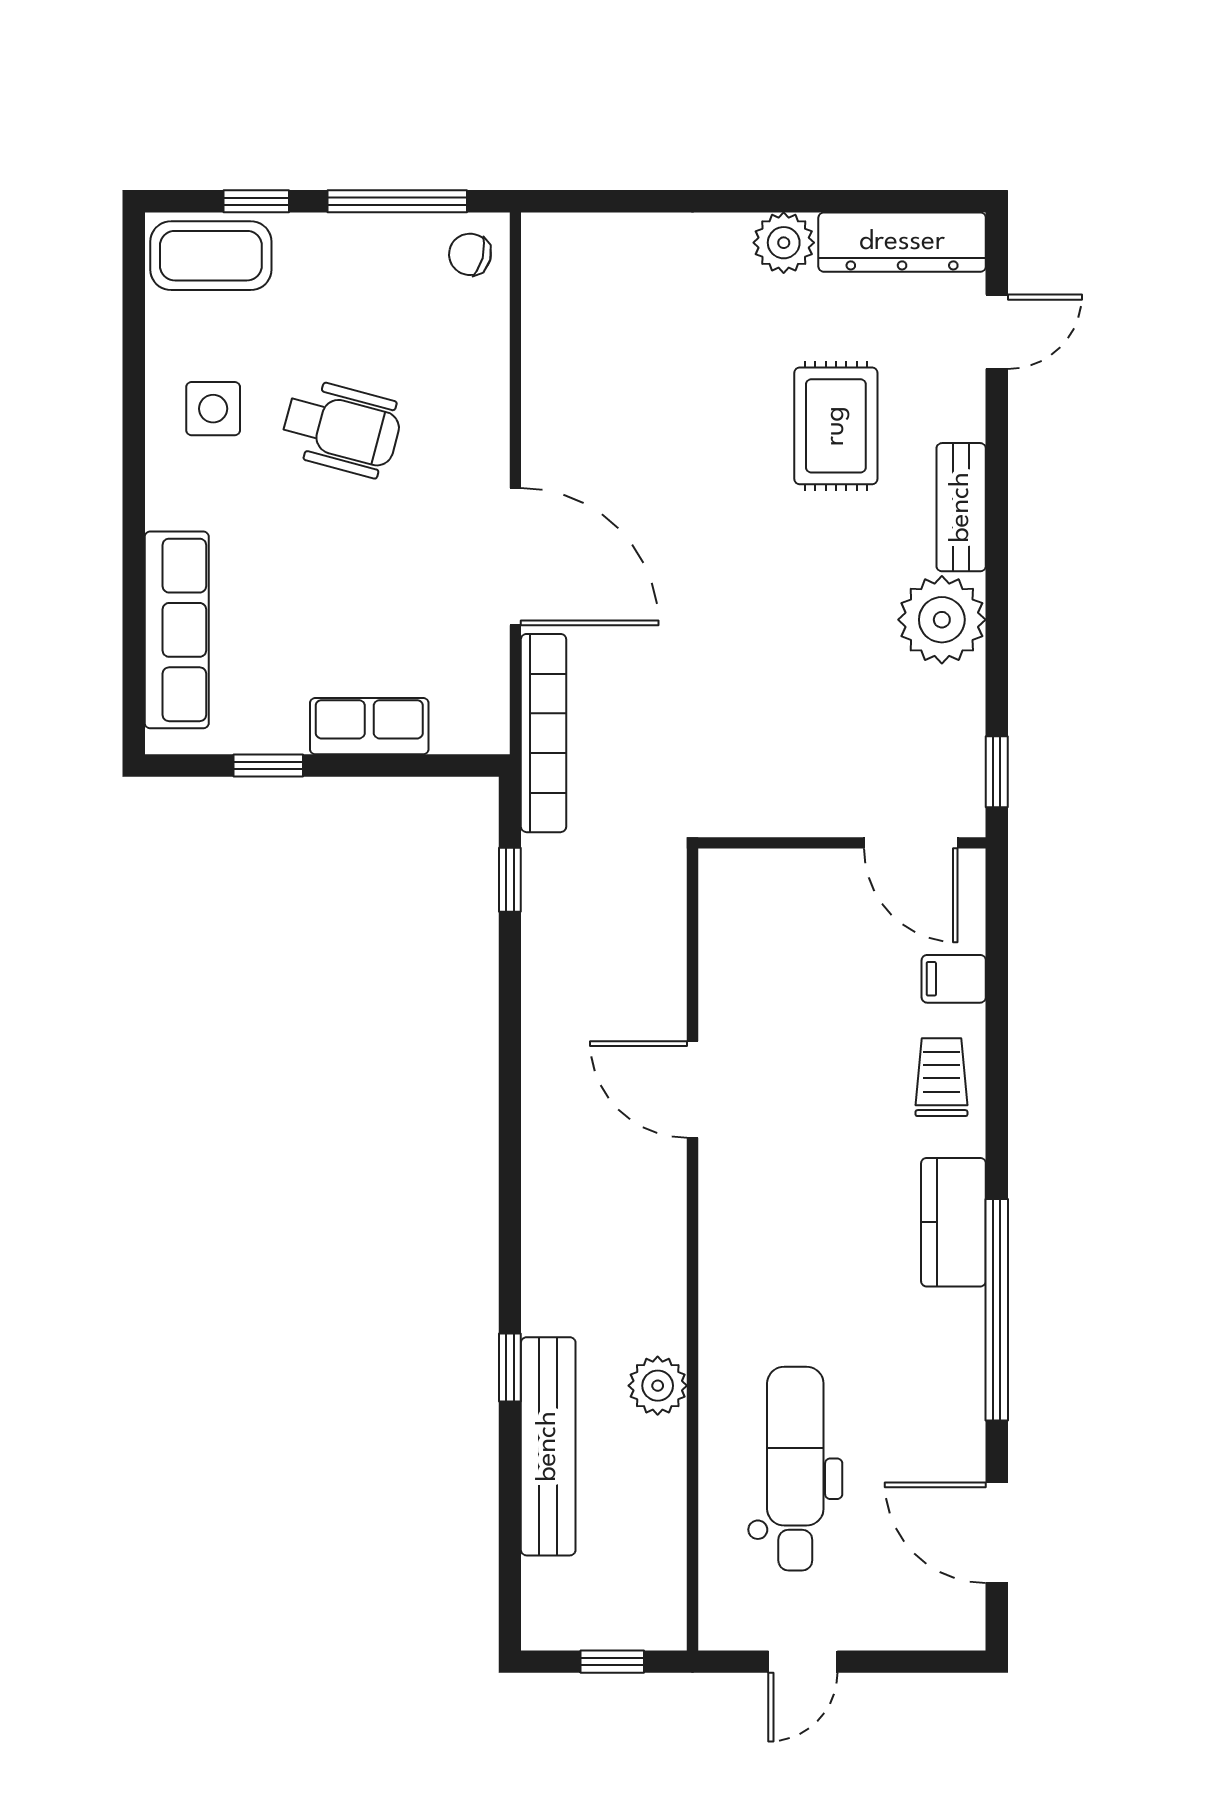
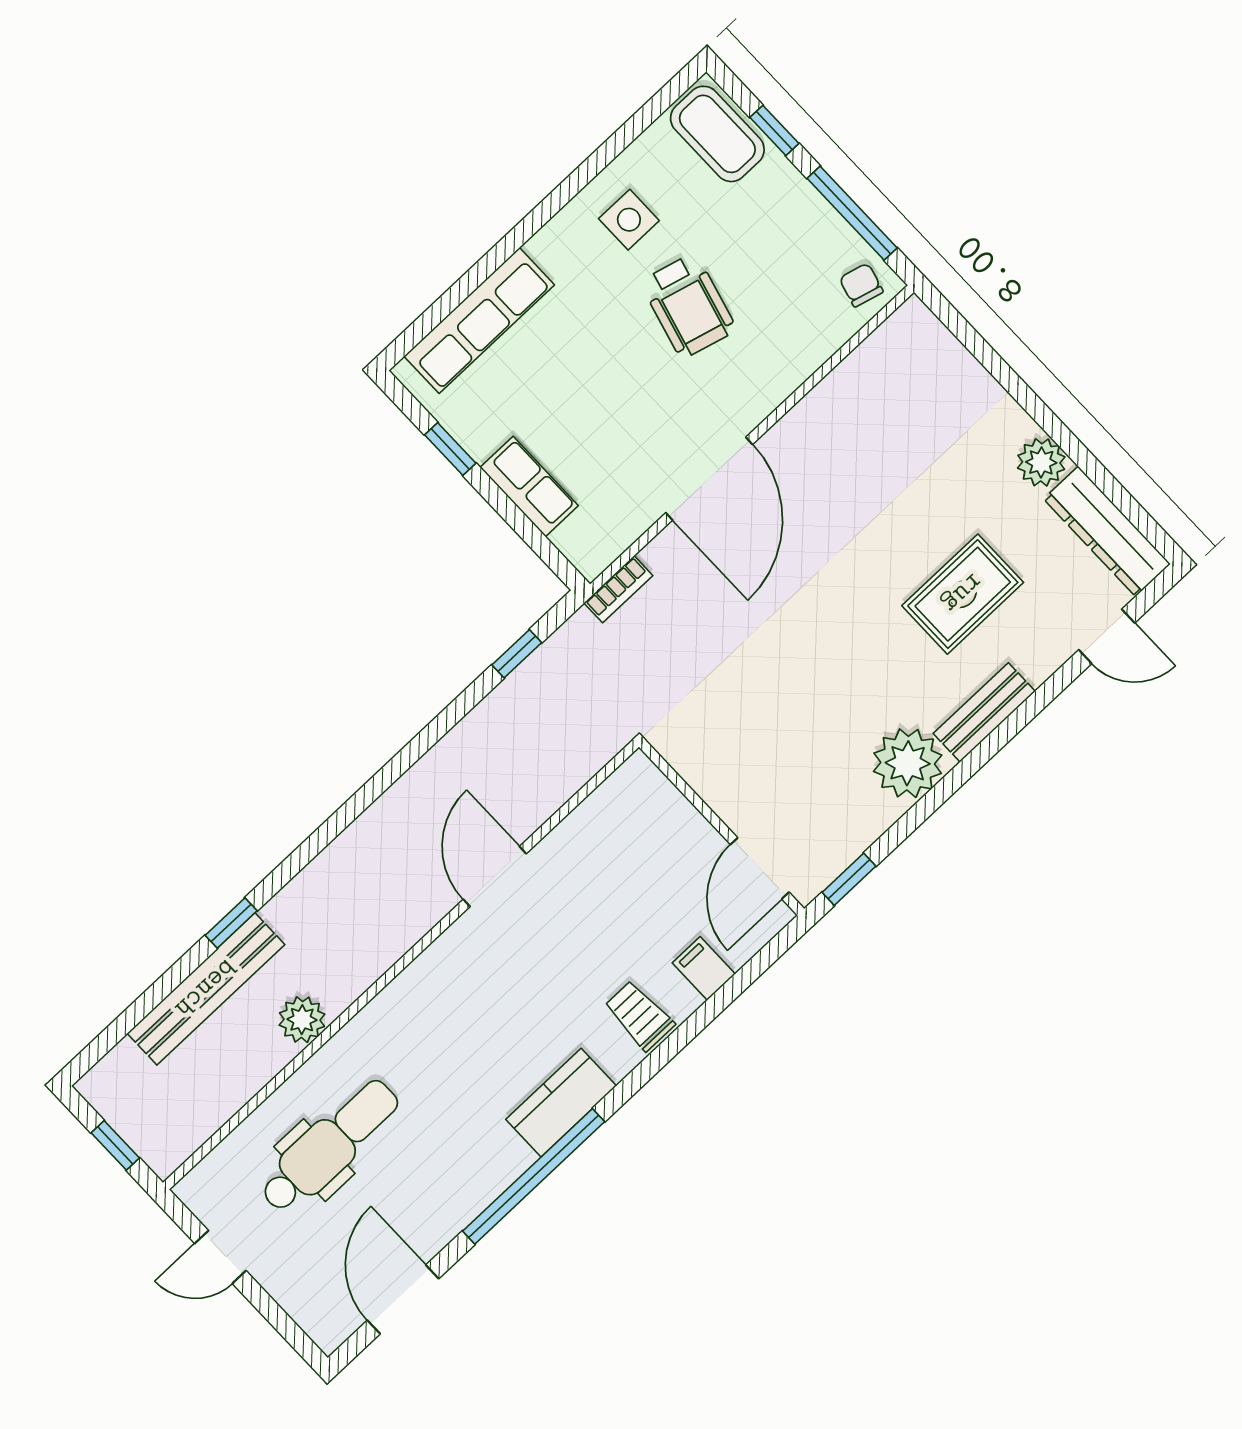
bookcase: (544, 733) -> (618, 589), width x0.43, depth x0.76
trolley: (941, 1077) -> (639, 1016), turned -90

